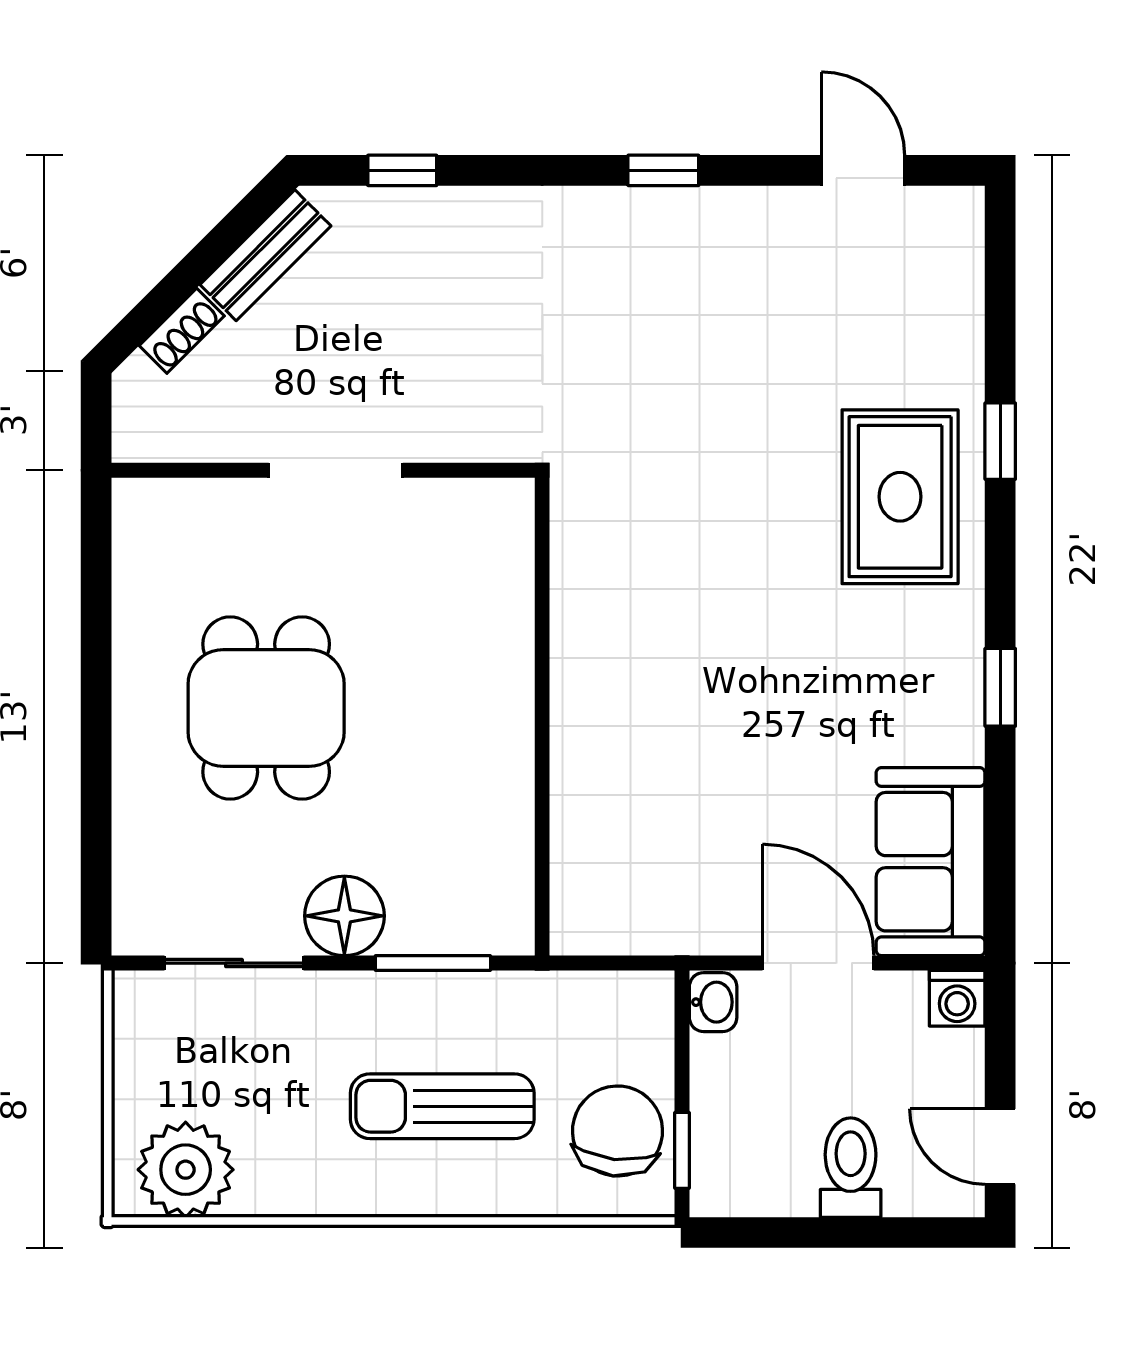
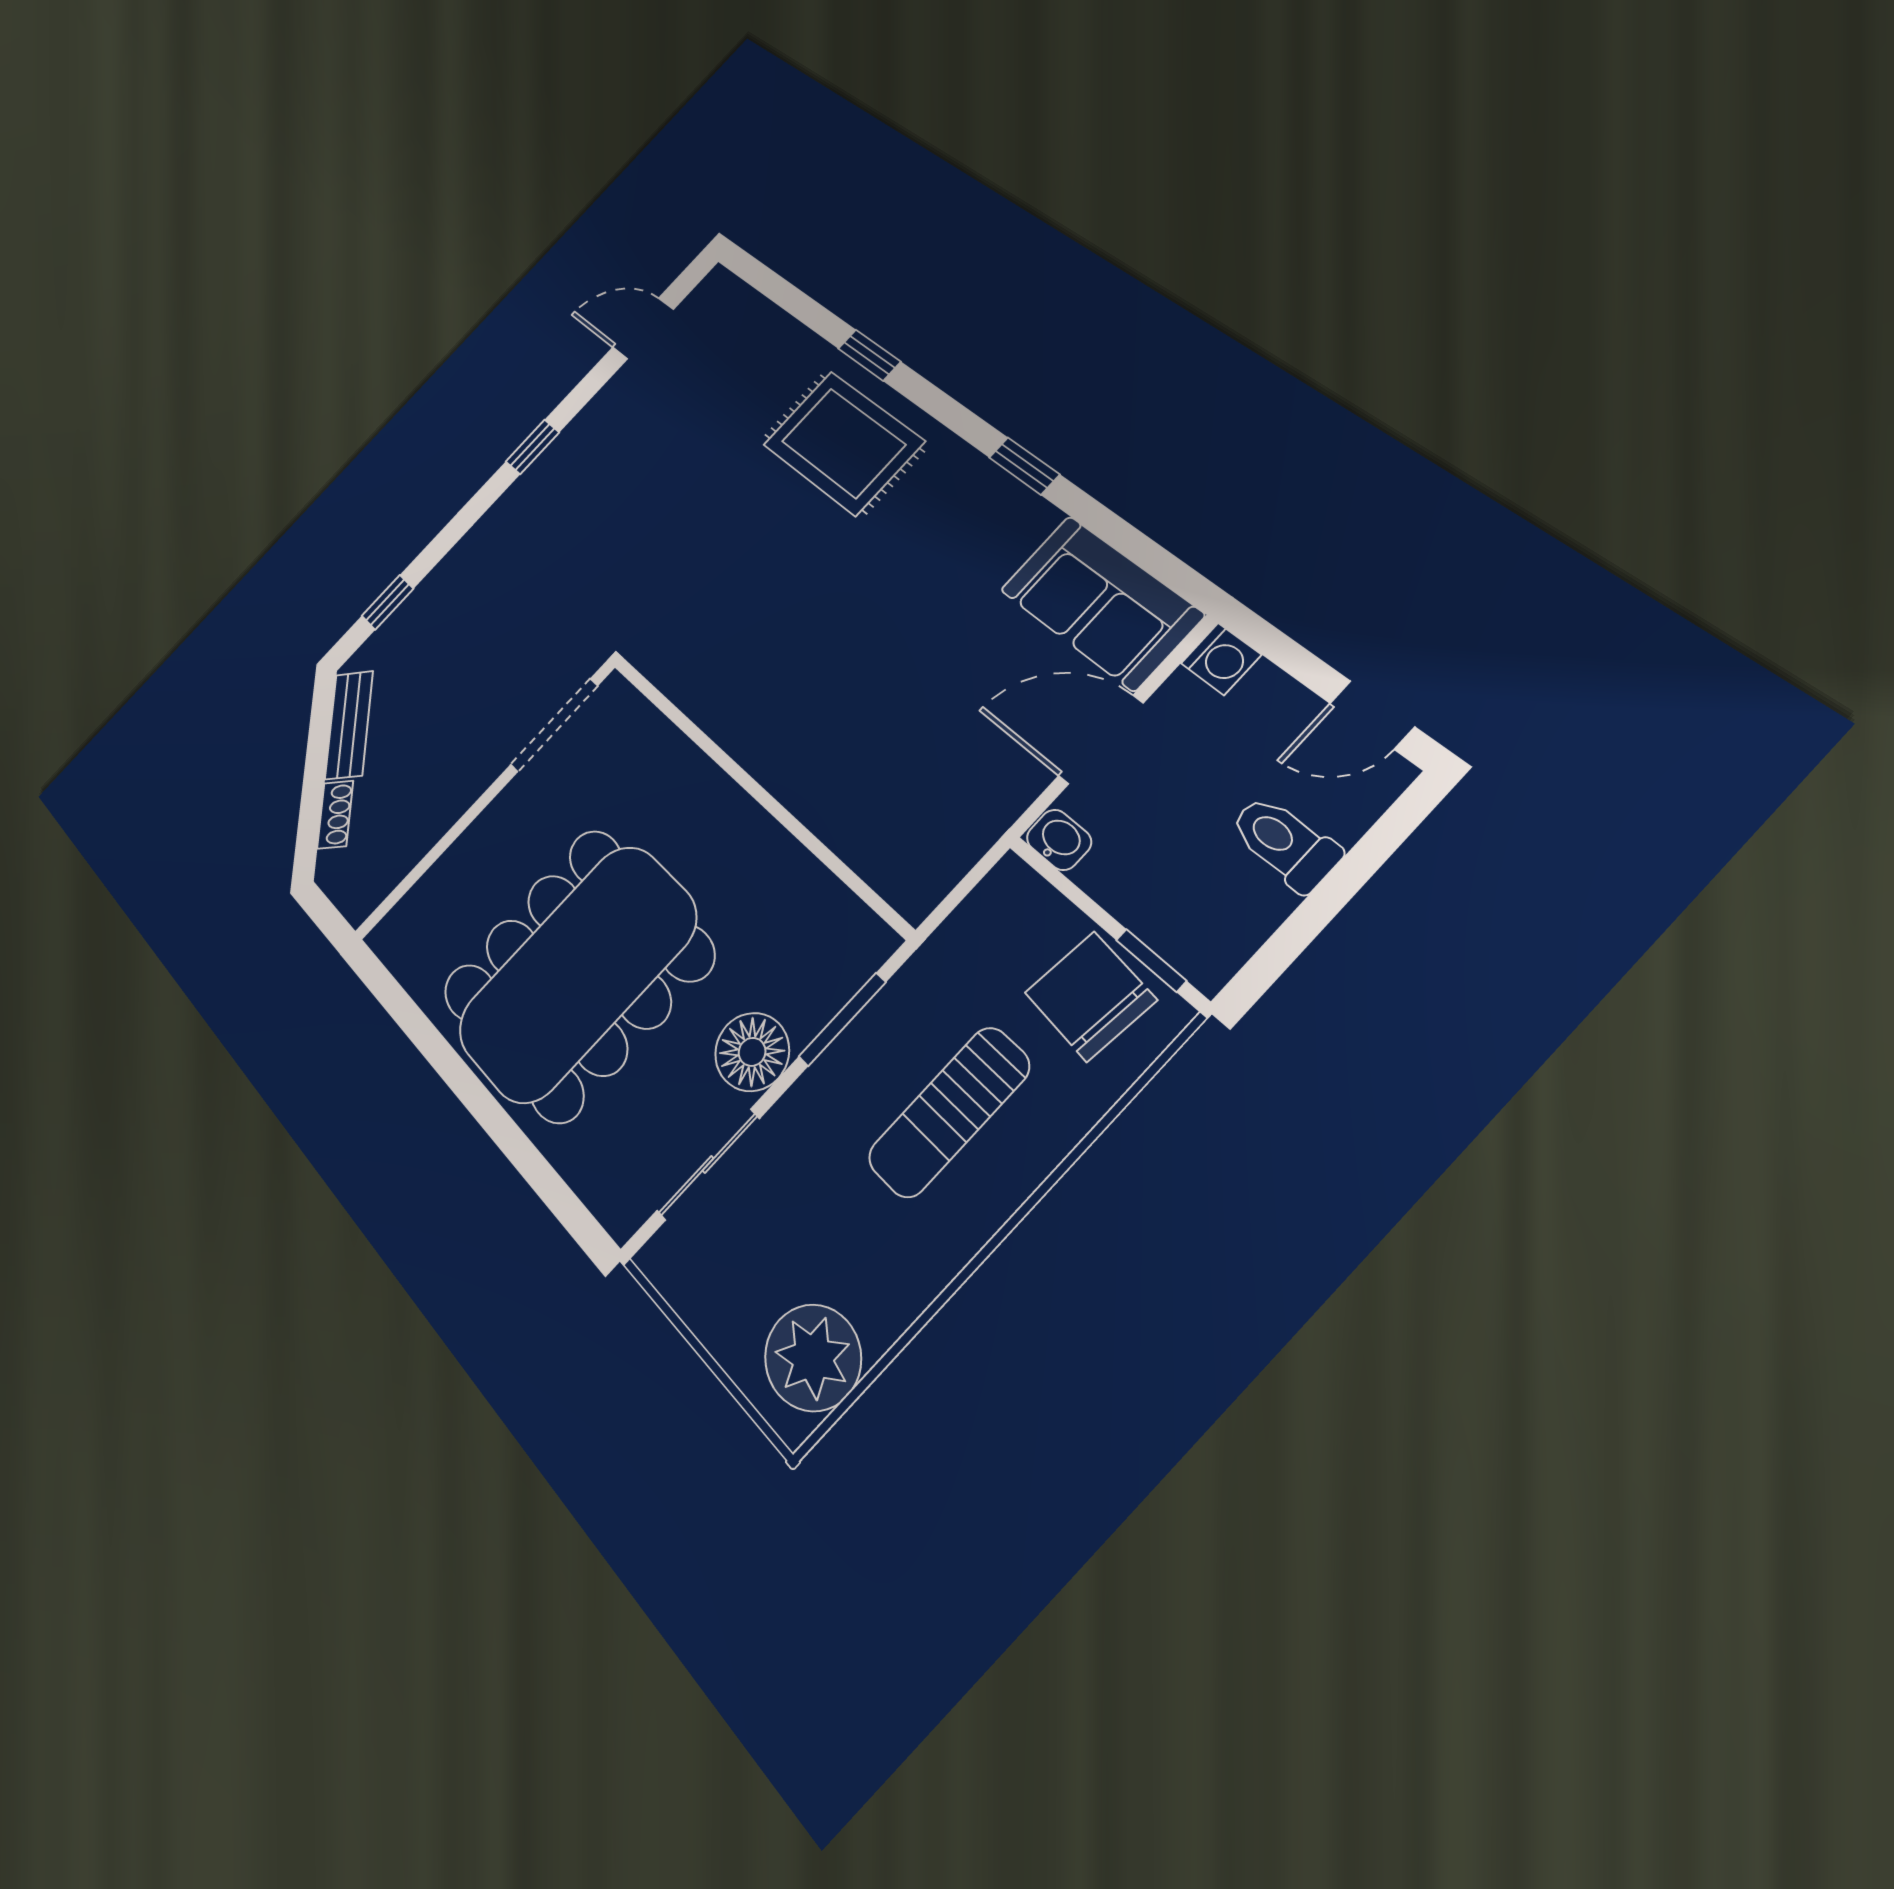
doorway: (336, 470) -> (554, 725), moved
dining table: (266, 708) -> (577, 973), width x1.87, depth x1.24

